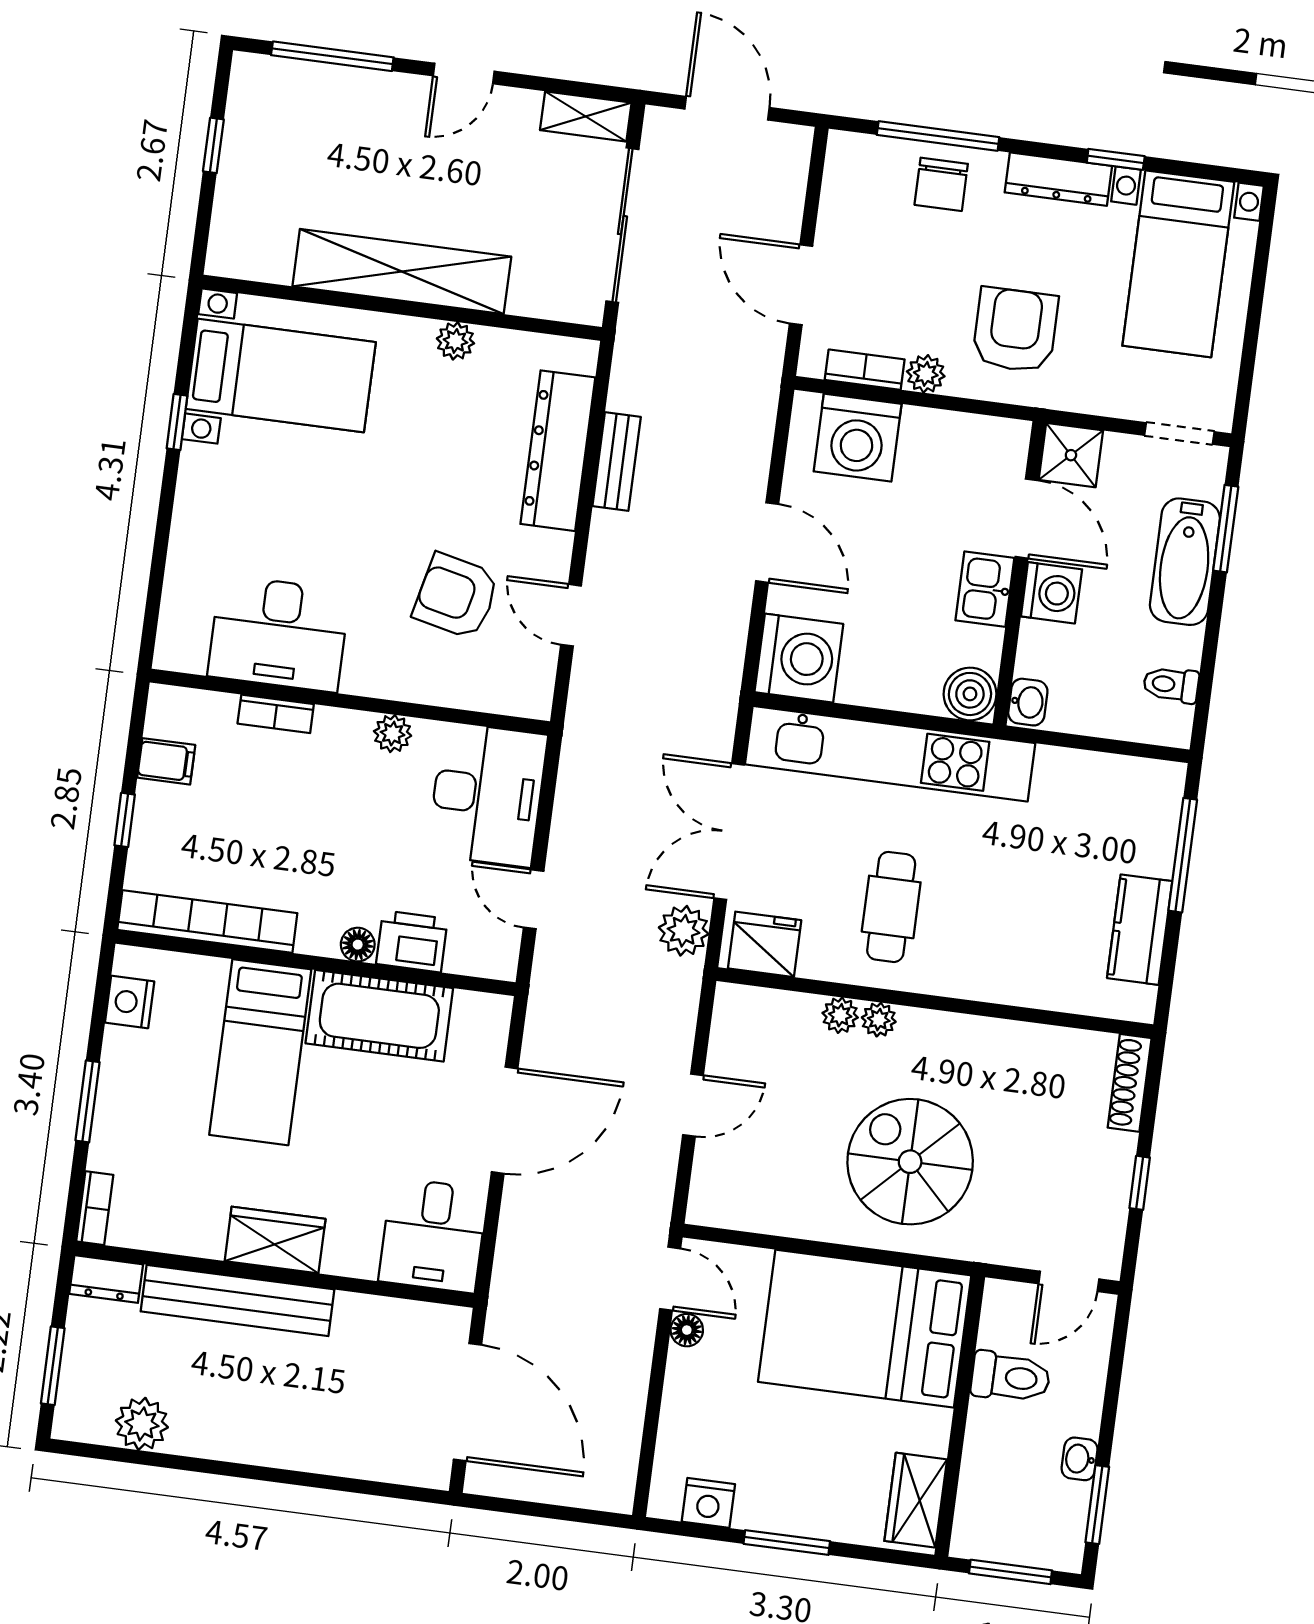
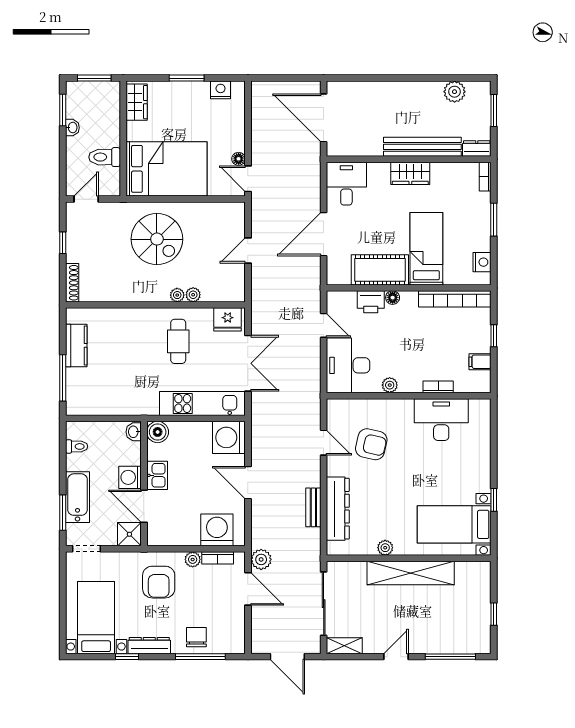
kitchen unit: (890, 754) -> (202, 403), width x0.73
plant: (684, 931) -> (261, 559), moved

